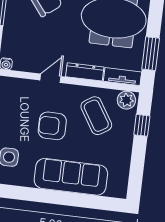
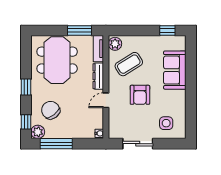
door: (50, 78) -> (106, 100), hinge flipped
window: (142, 125) -> (167, 30), moved
sofa: (71, 177) -> (175, 70), width x0.73

